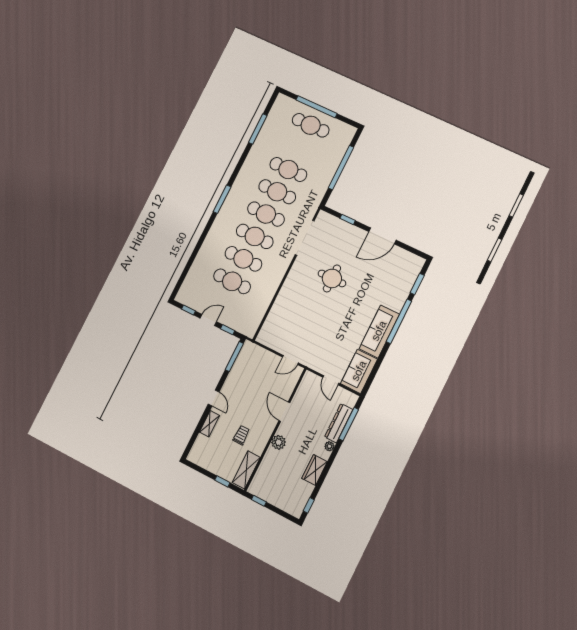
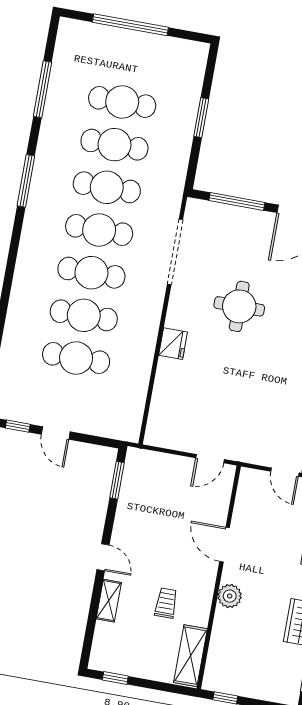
cafe table: (311, 125) -> (122, 102), moved
window: (341, 168) -> (201, 118), width x0.47
window: (222, 199) -> (26, 181), moved
window: (348, 219) -> (237, 202), width x2.17
fridge: (288, 289) -> (173, 344), added
door: (208, 320) -> (56, 433), swing flipped
window: (228, 330) -> (93, 440), removed
window: (234, 357) -> (117, 480), width x0.69
window: (222, 481) -> (115, 678), moved

